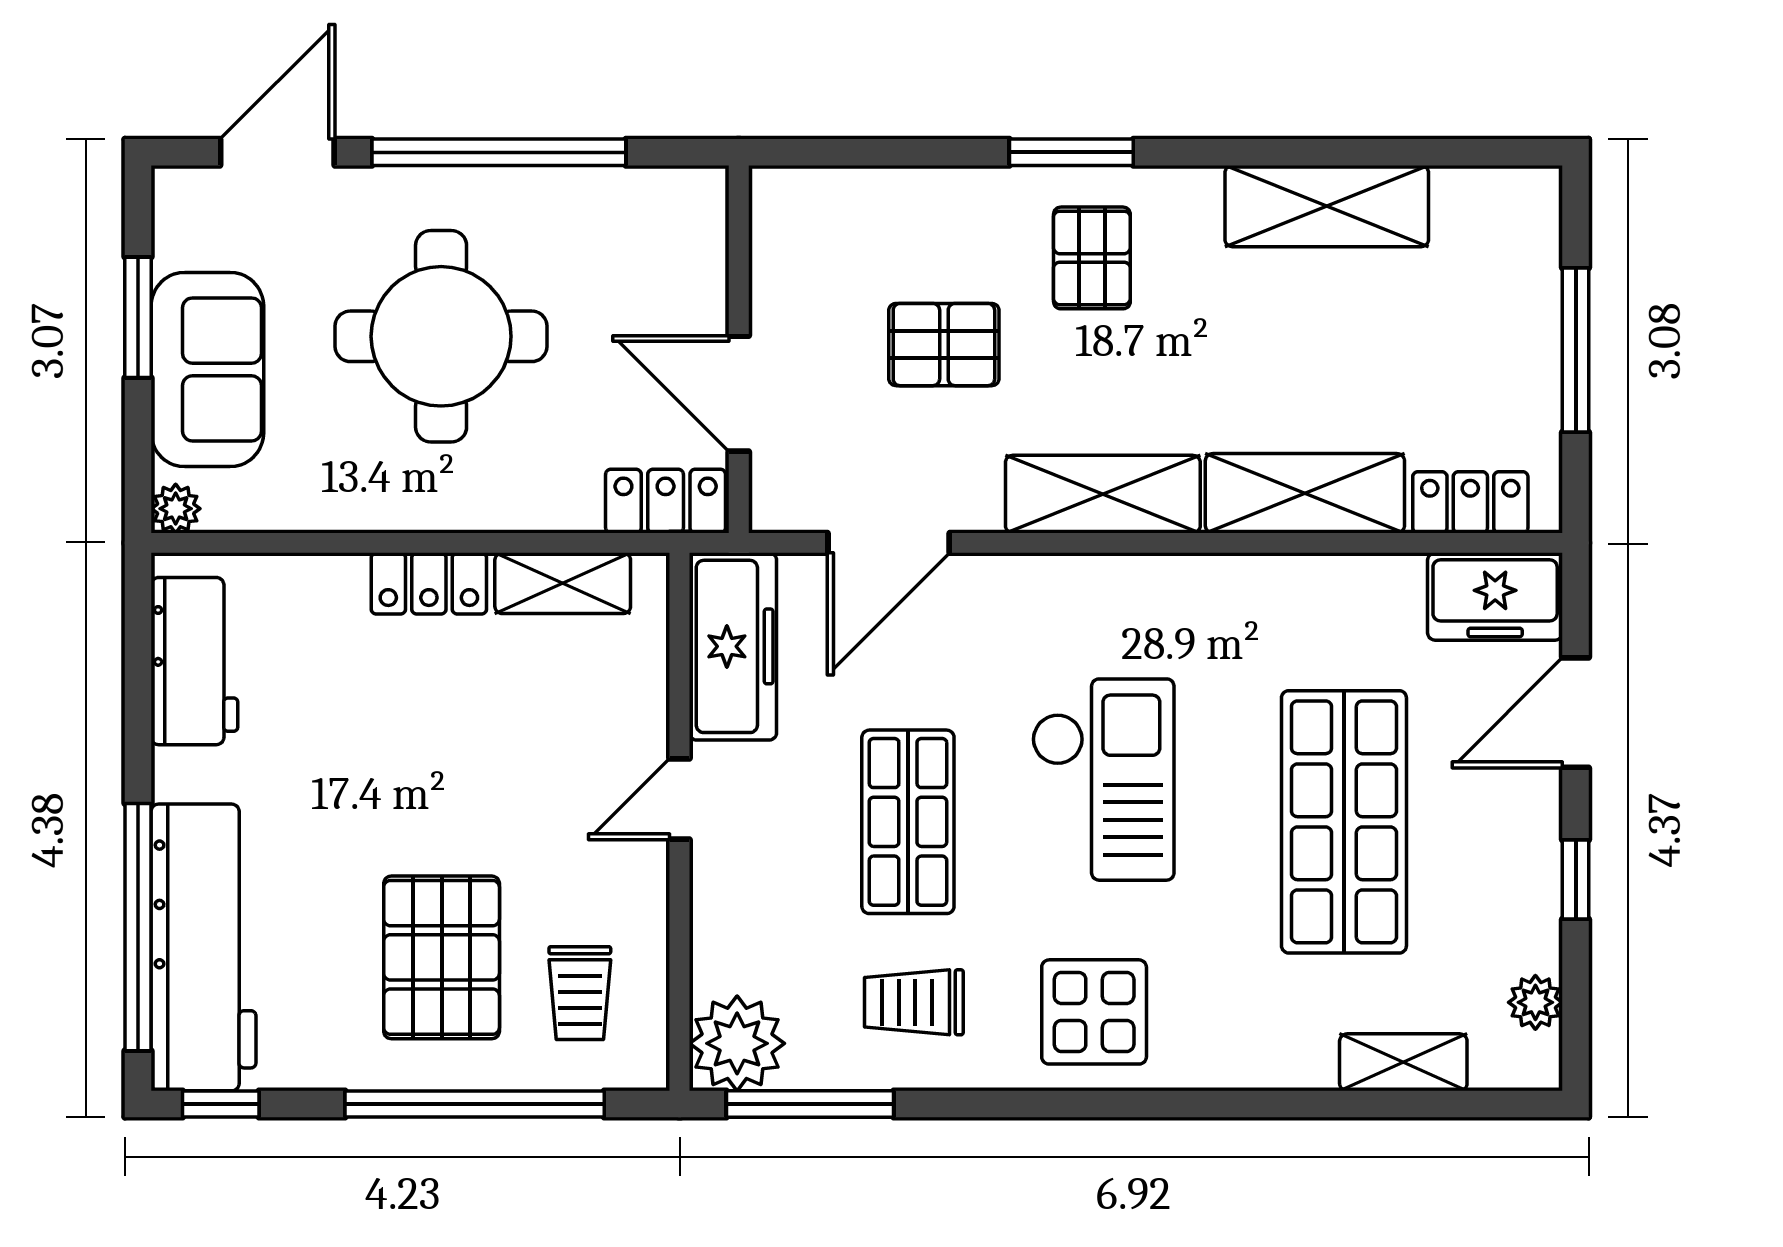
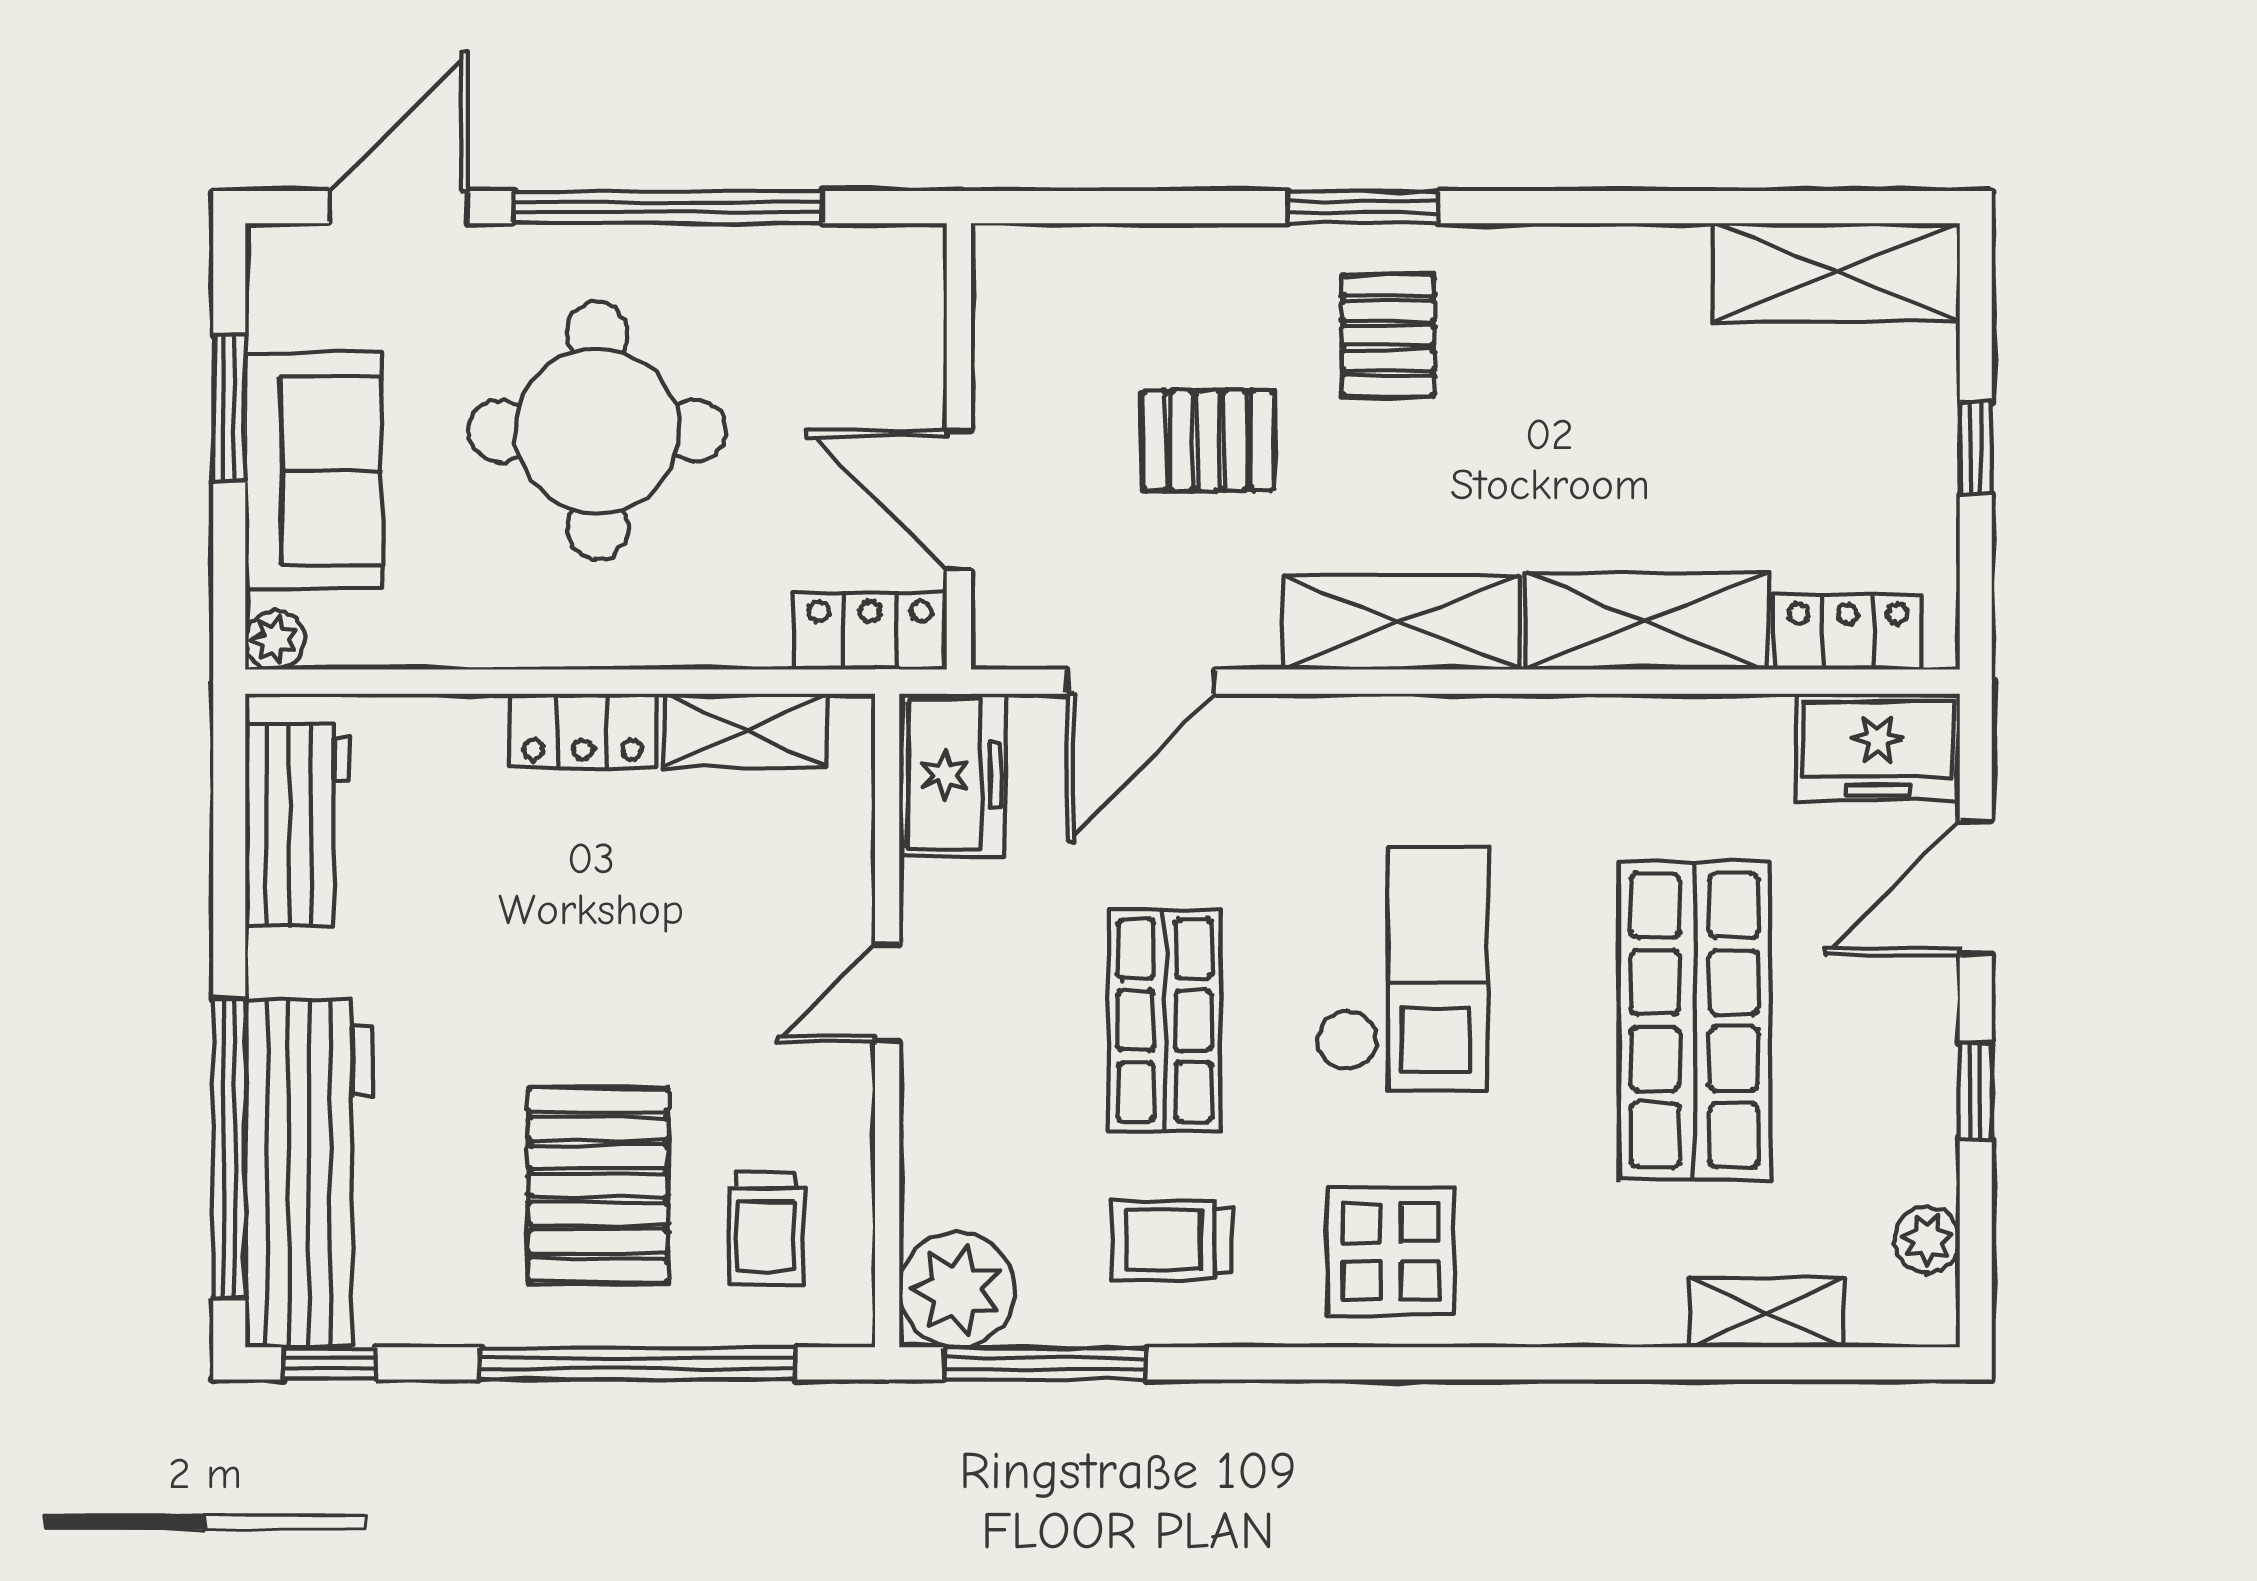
shelving: (1327, 206) -> (1836, 272), moved
window: (1576, 350) -> (1976, 447), width x0.46
freezer: (733, 646) -> (952, 775), width x0.71

